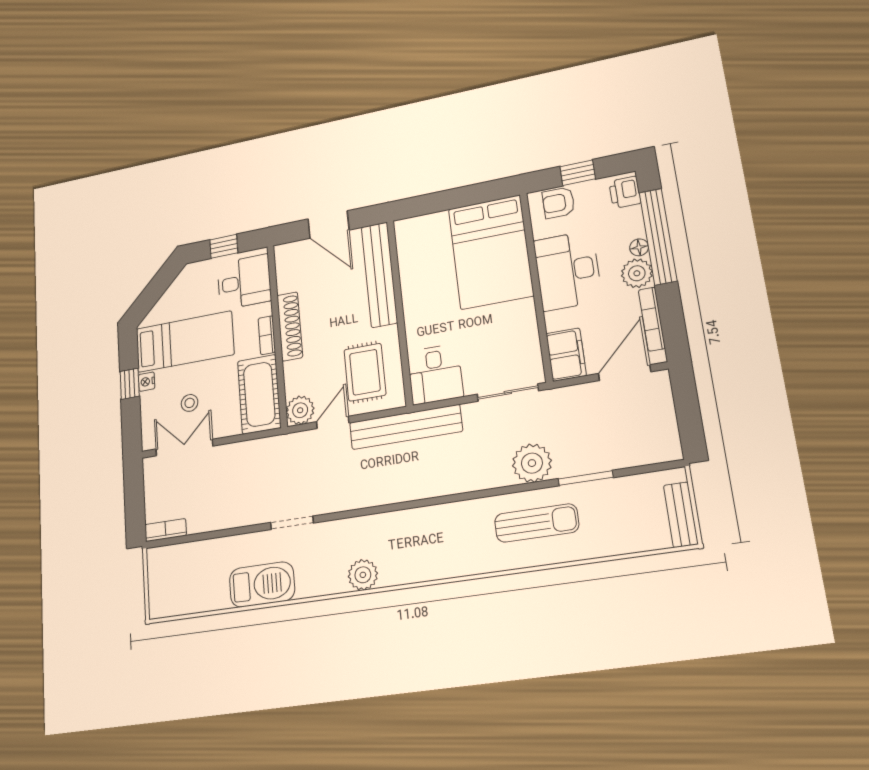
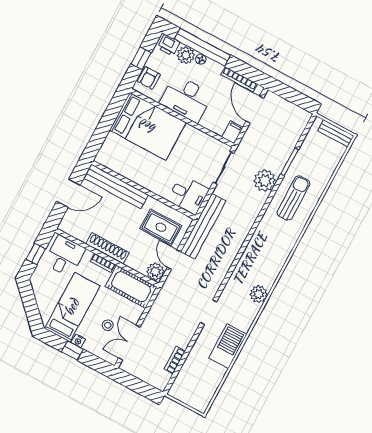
plant: (637, 273) -> (186, 55), moved
filing cabinet: (566, 355) -> (232, 132), width x0.50
bookcase: (166, 530) -> (175, 360), moved

